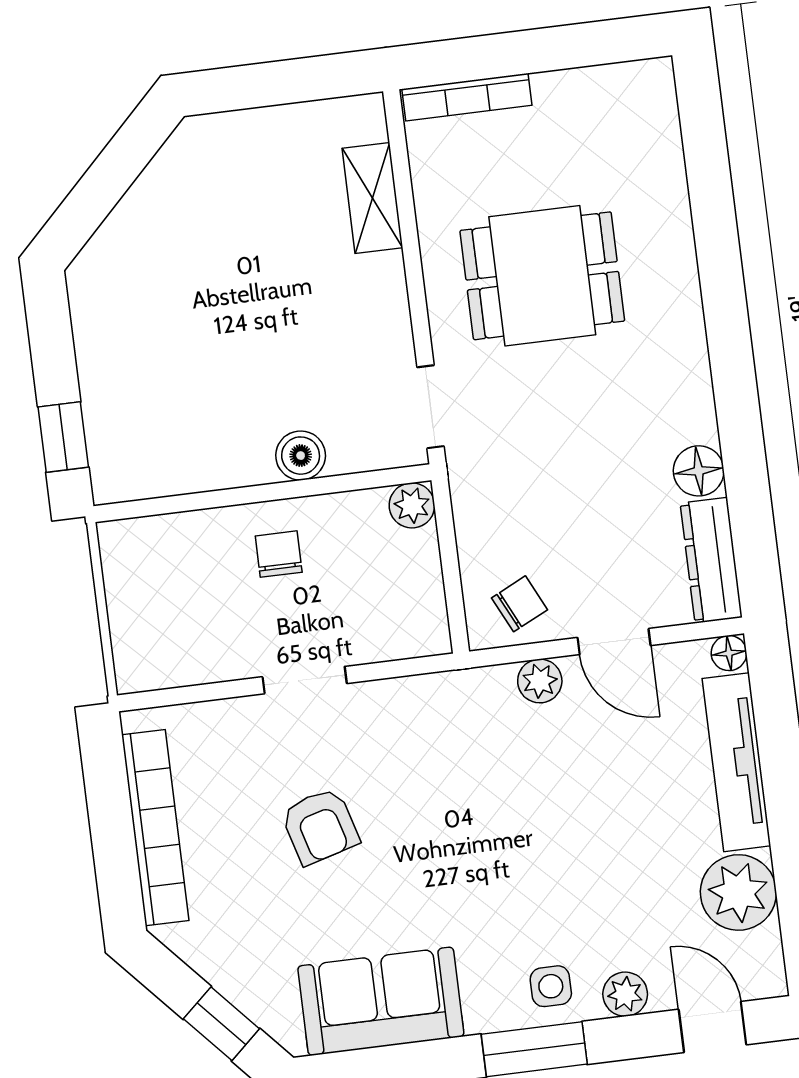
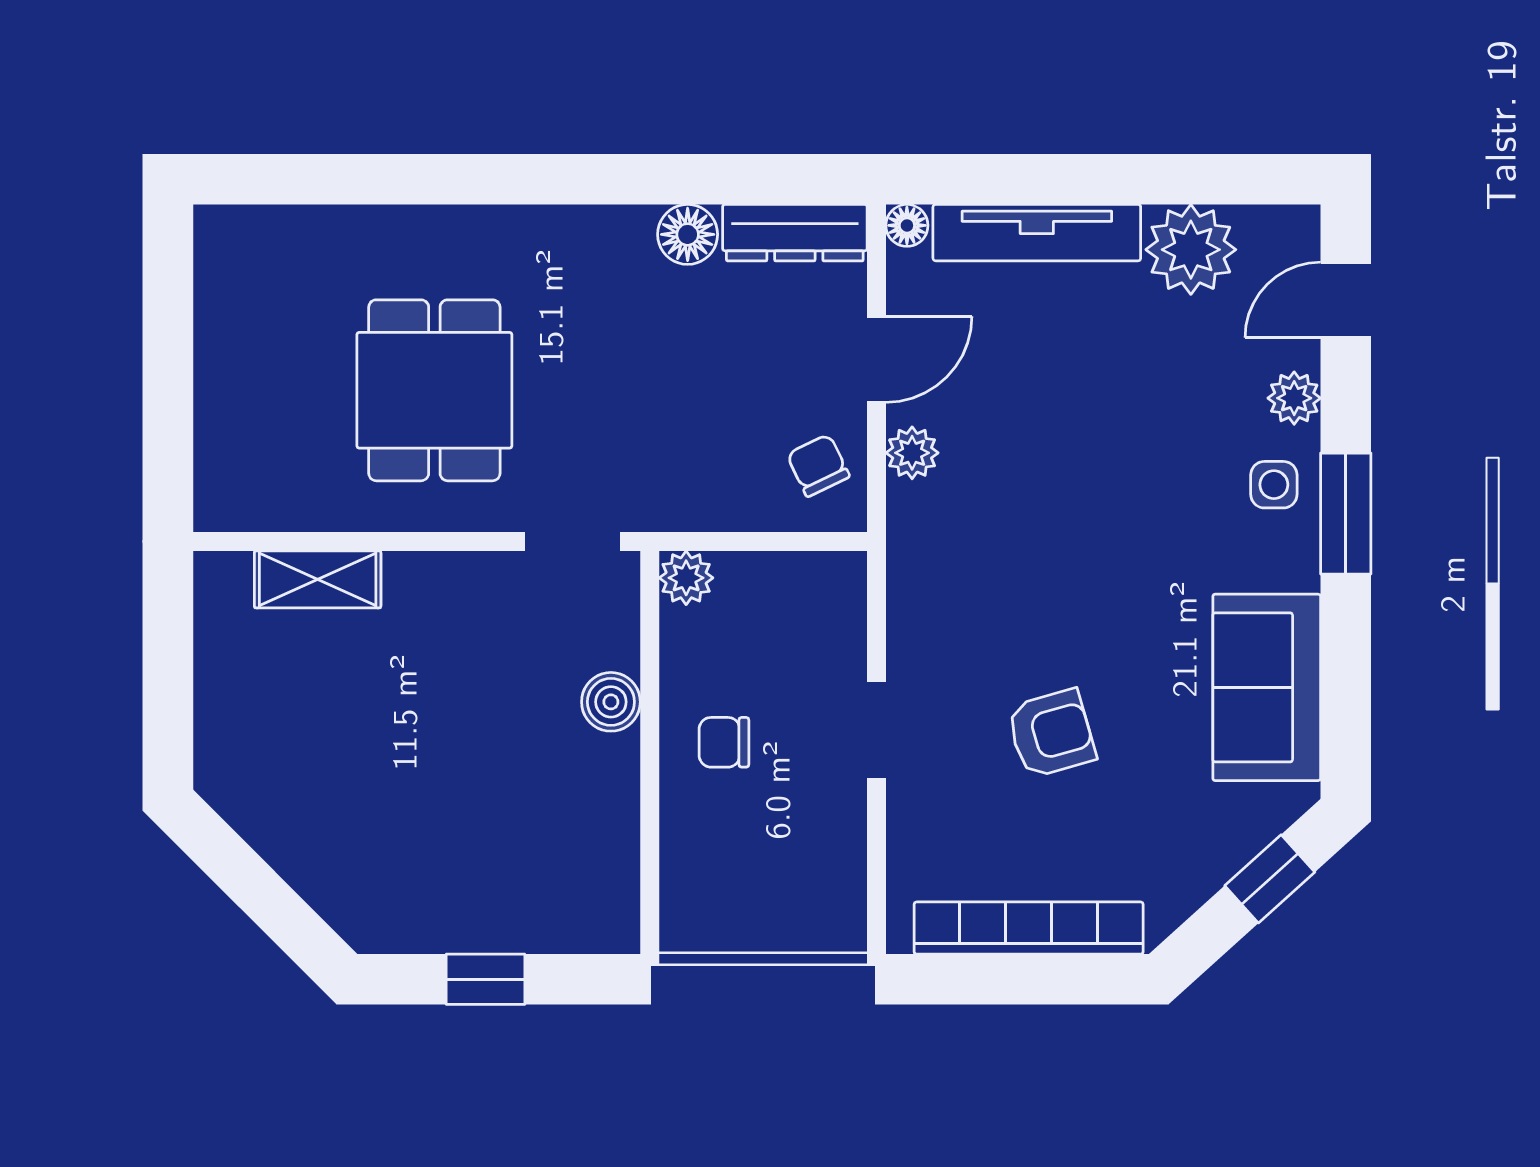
bookcase: (467, 97) -> (212, 453), removed
window: (63, 437) -> (485, 979), moved

